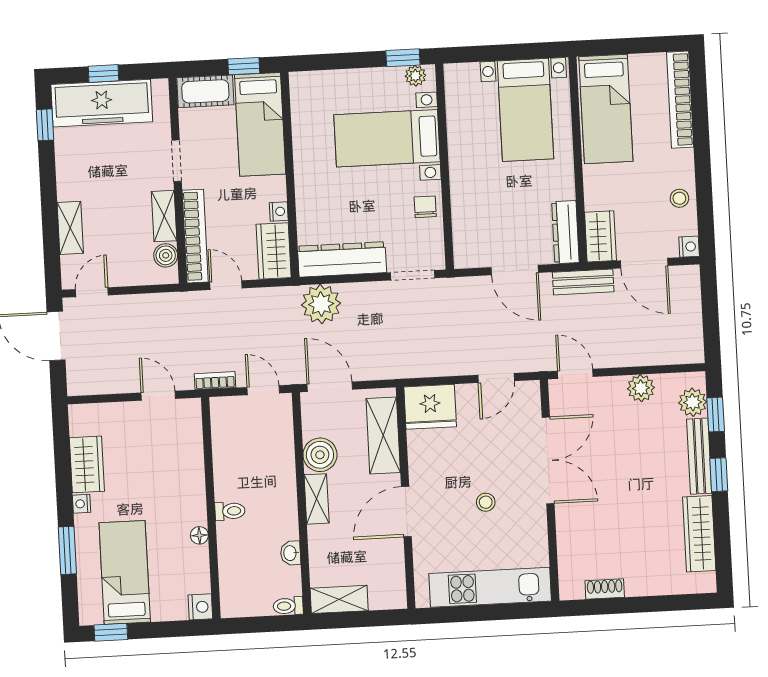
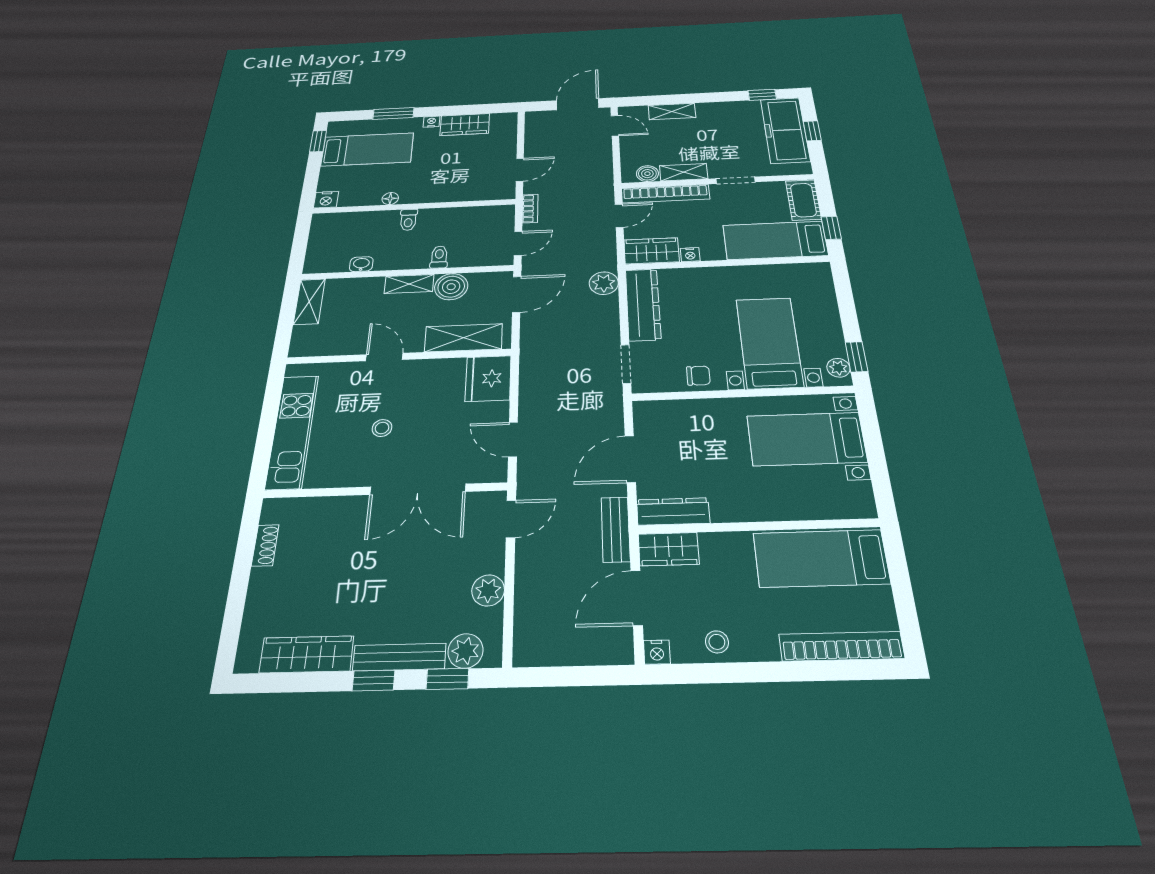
bed with nightstands: (525, 110) -> (806, 439), moved
plant: (321, 304) -> (604, 283), width x0.73, depth x0.73
door: (406, 512) -> (384, 357), width x0.73
toilet: (288, 606) -> (439, 257), moved

